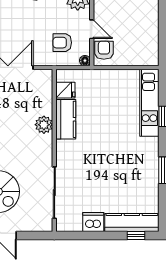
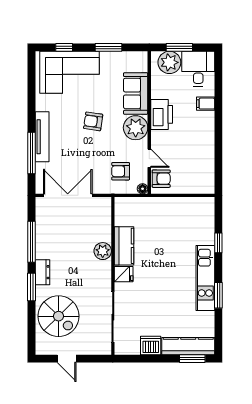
armchair: (104, 50) -> (161, 179), turned 90
fridge: (65, 90) -> (124, 274), moved
kitchen unit: (149, 103) -> (205, 278), moved
window: (136, 235) -> (192, 359), width x1.50

